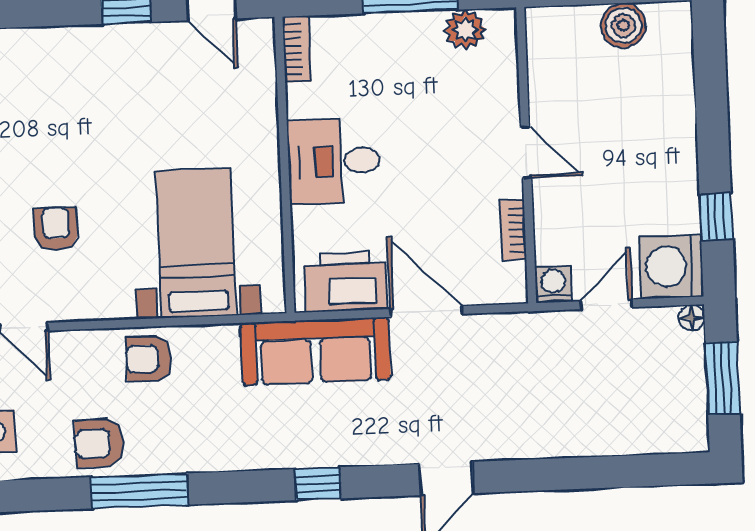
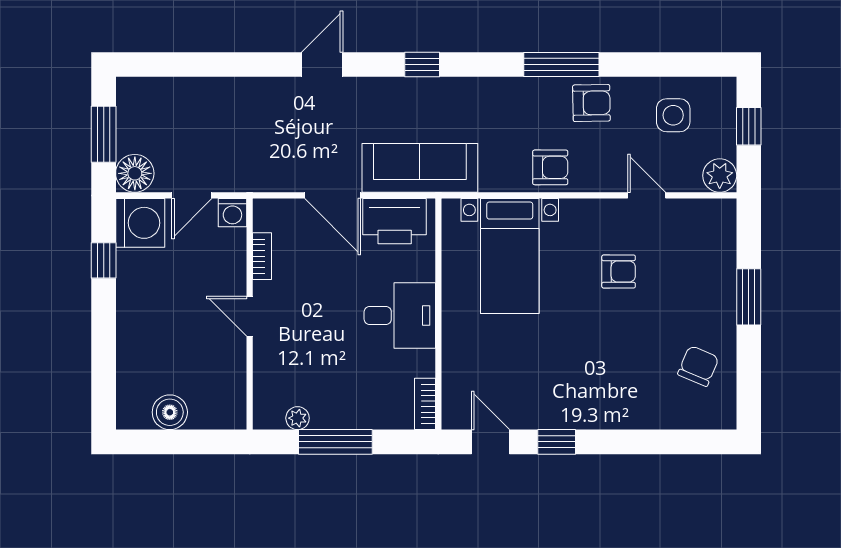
plant: (465, 30) -> (298, 418), width x0.73, depth x0.73
armchair: (56, 229) -> (619, 272), turned -90
floor lamp: (692, 318) -> (135, 173), width x1.89, depth x1.89

